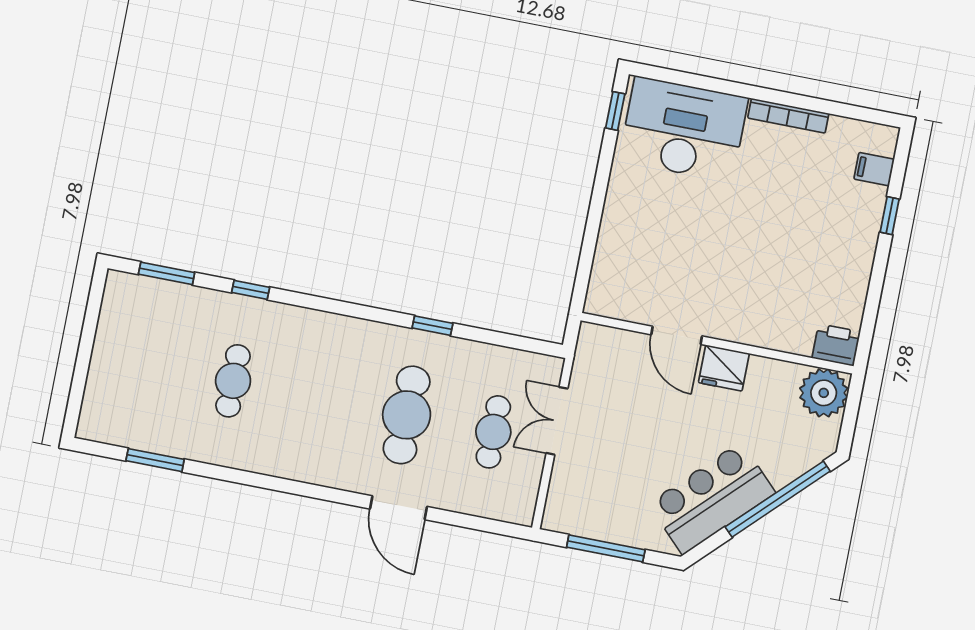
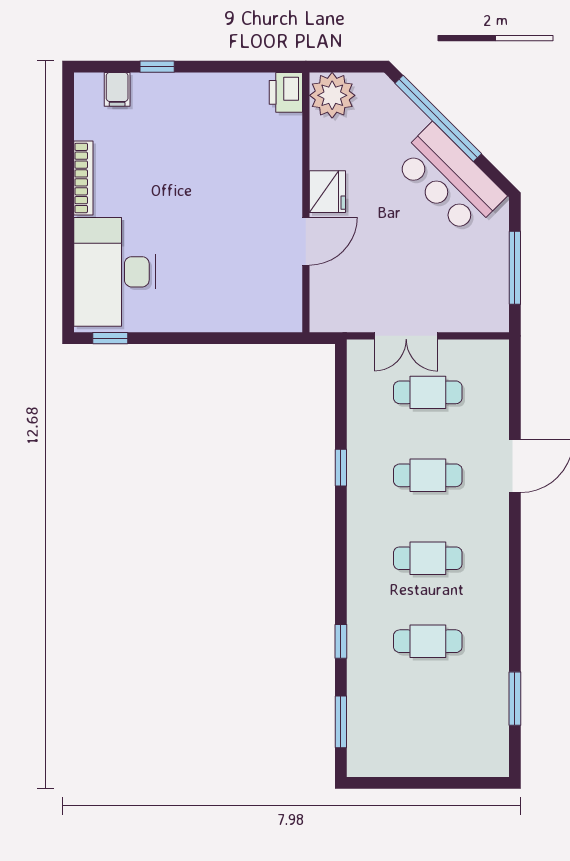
cafe table: (320, 398) -> (428, 558), added
cafe table: (407, 415) -> (428, 475), width x0.73, depth x0.74

